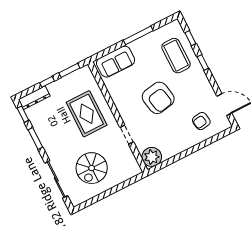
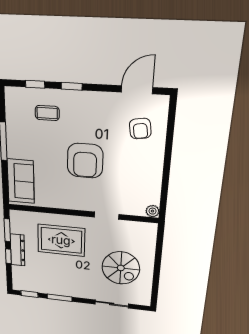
coffee table: (176, 56) -> (47, 113), width x0.54, depth x0.58
dresser: (34, 98) -> (18, 250), moved
armchair: (158, 98) -> (85, 161), turned 101
plant: (152, 157) -> (153, 211), width x0.53, depth x0.53
sliding door: (56, 179) -> (112, 304), width x0.73

